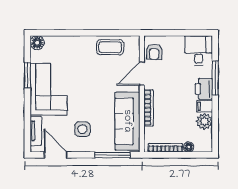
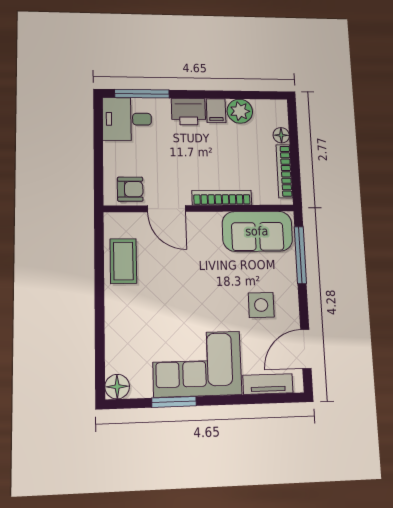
window: (215, 78) -> (142, 94), moved
sofa: (127, 121) -> (257, 231), width x0.73

